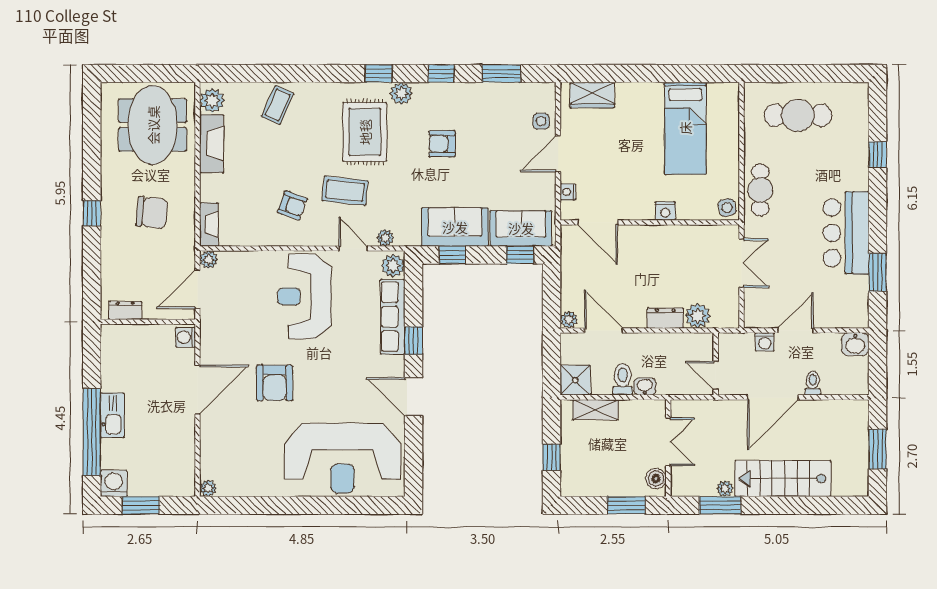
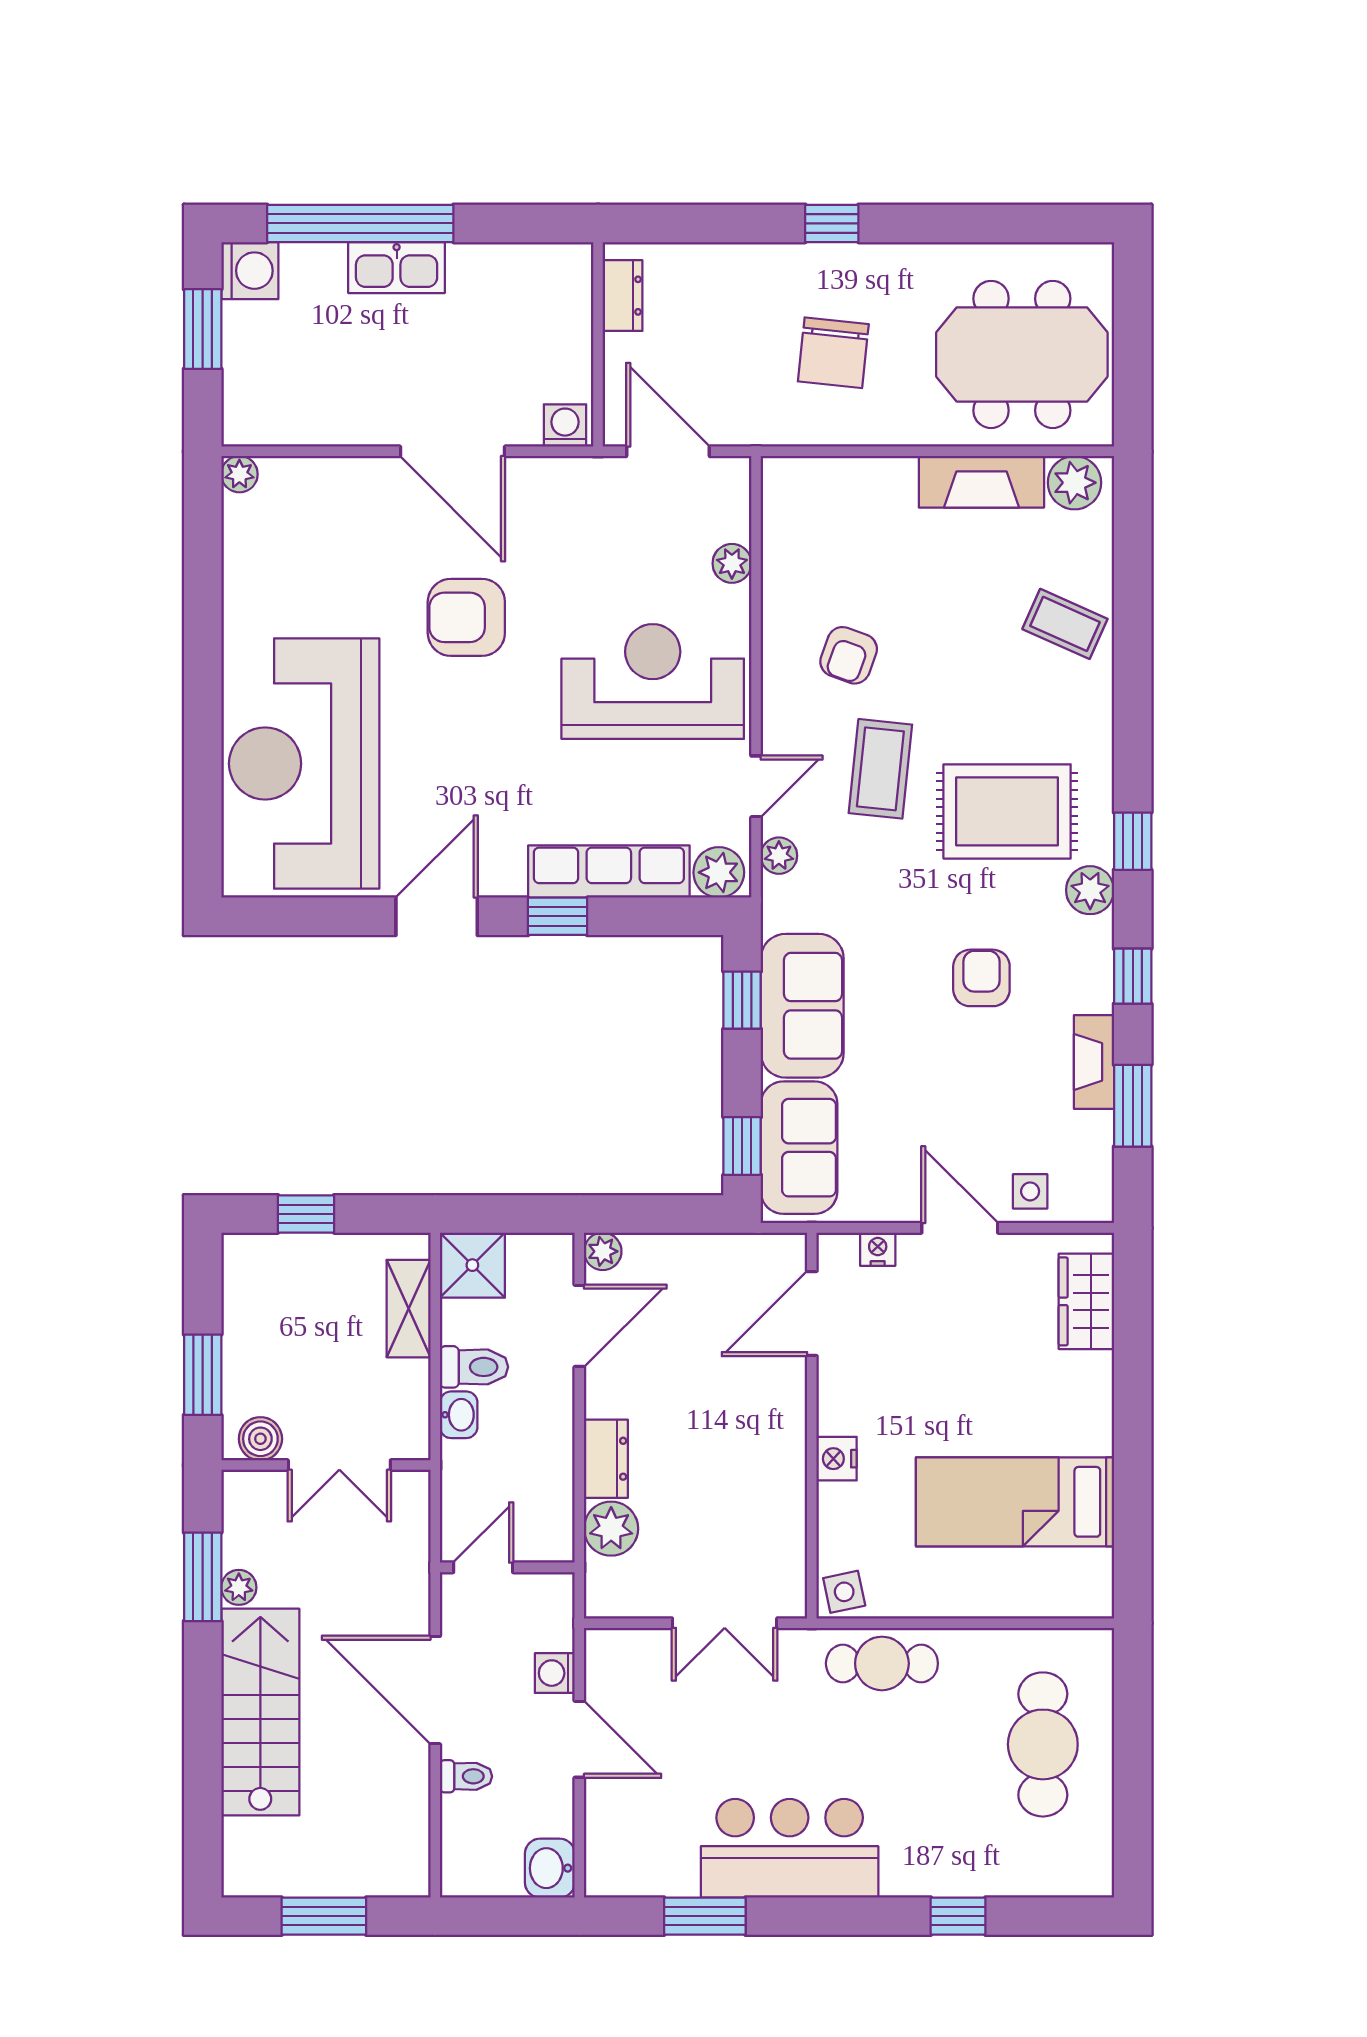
fireplace: (209, 224) -> (1094, 1062), moved, turned 90
plant: (209, 260) -> (732, 563), moved

